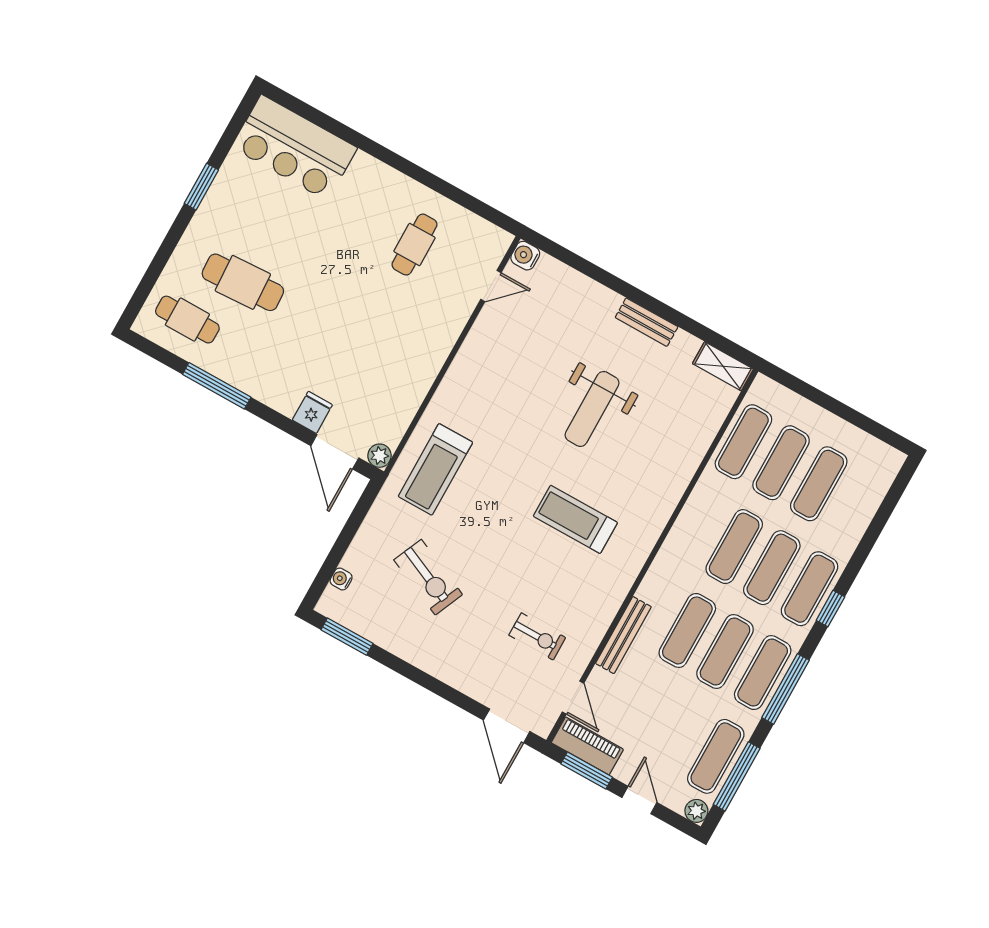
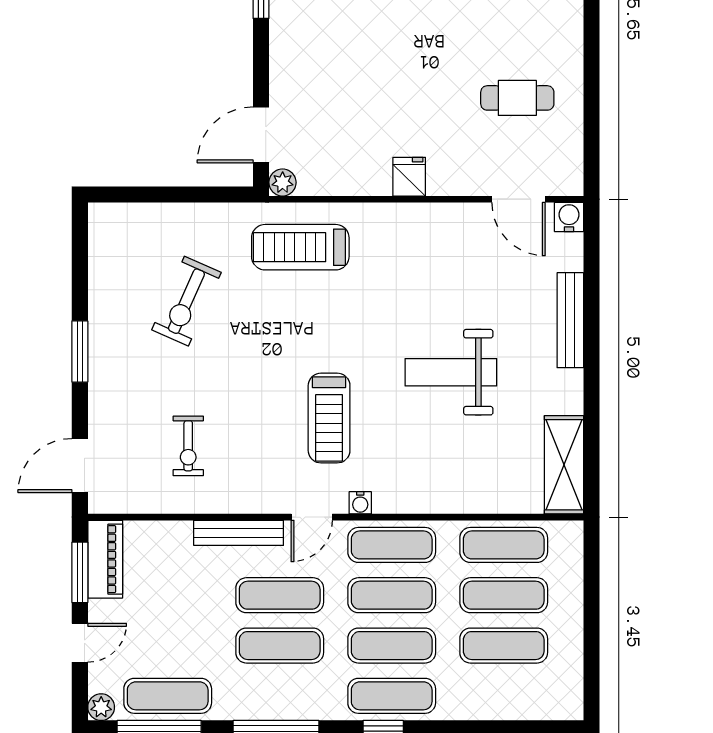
door: (491, 286) -> (518, 199), width x1.38
bench: (647, 322) -> (570, 320), moved, width x1.36
shelving: (723, 366) -> (564, 465), width x1.50, depth x1.33
fridge: (312, 412) -> (409, 177), moved, turned -90
treadmill: (575, 519) -> (329, 418), turned 180
water cooler: (341, 579) -> (360, 503), moved, turned 180
window: (347, 637) -> (80, 352), moved
exercise mat: (763, 673) -> (392, 545), moved
door: (573, 698) -> (312, 517), moved

